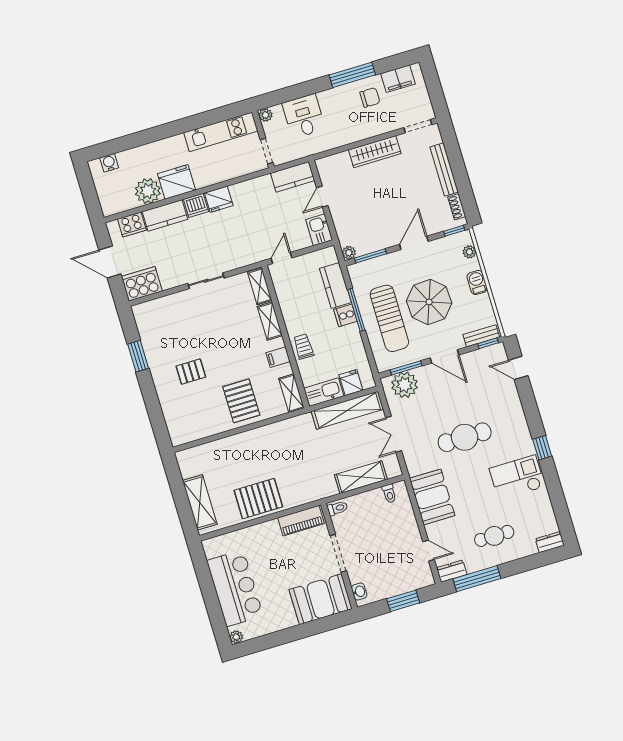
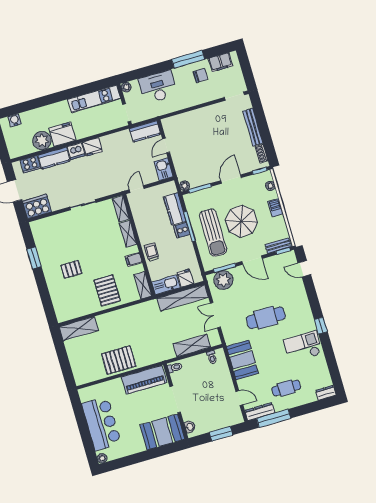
desk: (304, 116) -> (158, 87), width x1.37
wardrobe: (375, 152) -> (204, 114), removed
shelving: (200, 502) -> (79, 329), moved, turned 90
piano: (301, 521) -> (144, 380), width x1.37, depth x1.33
dresser: (452, 571) -> (260, 412), width x1.44

